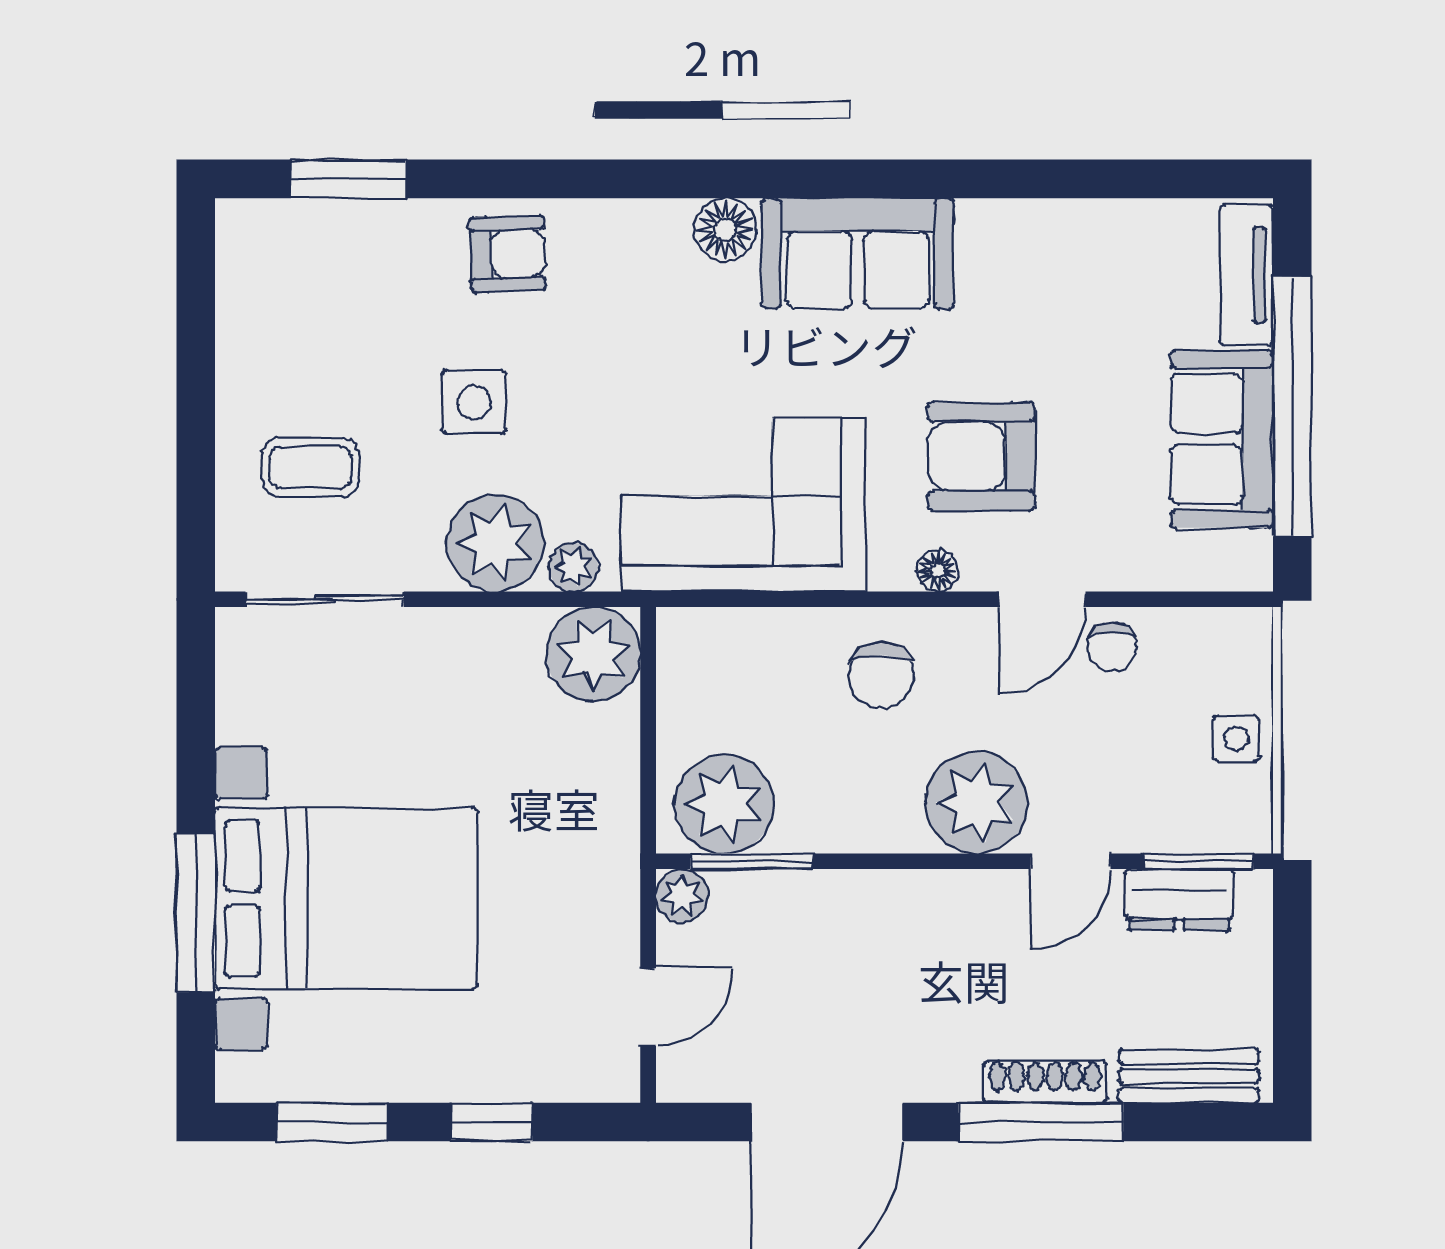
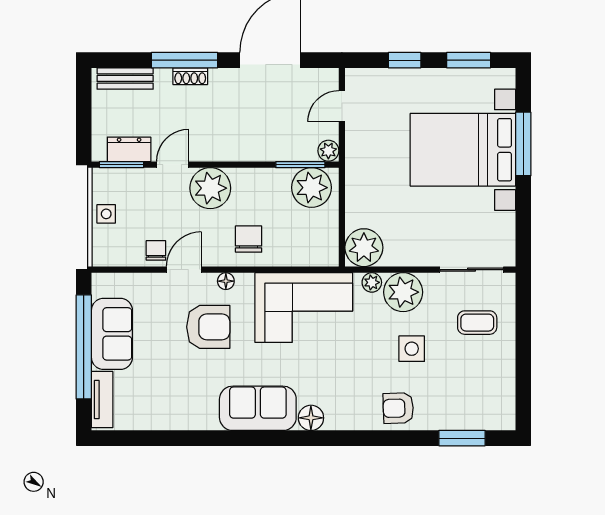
shoe rack: (1045, 1082) -> (190, 76), width x0.70

